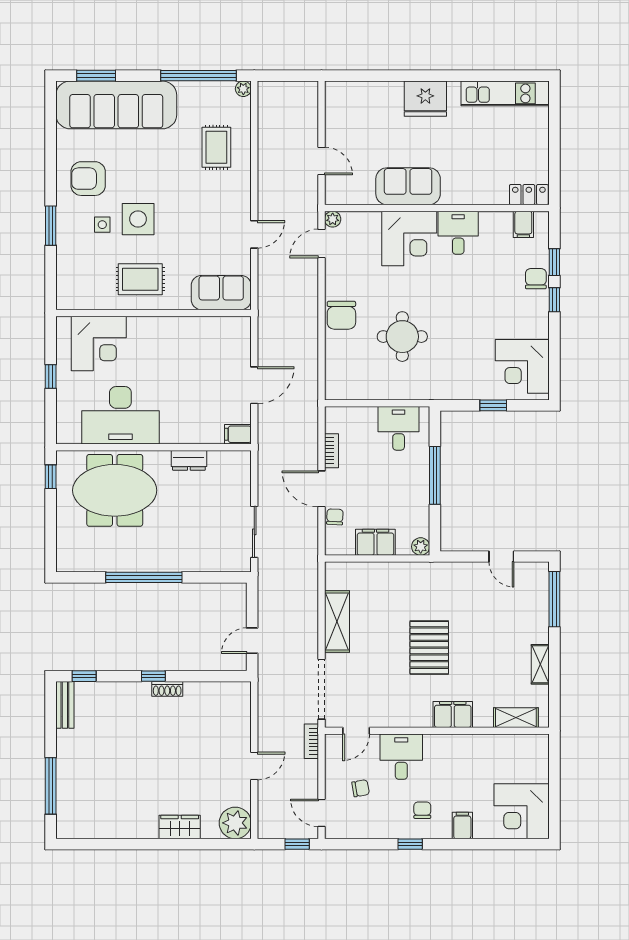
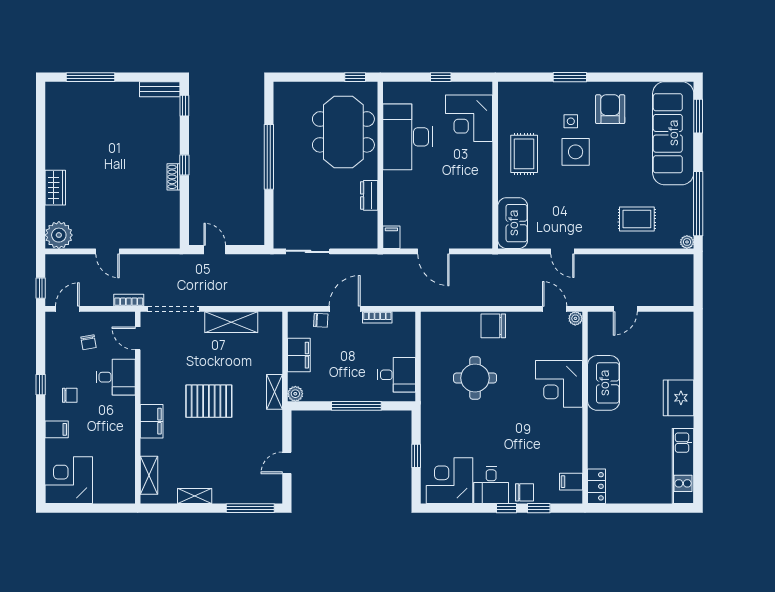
desk: (458, 233) -> (491, 485), moved, turned 90
shelving: (418, 571) -> (274, 392), added

